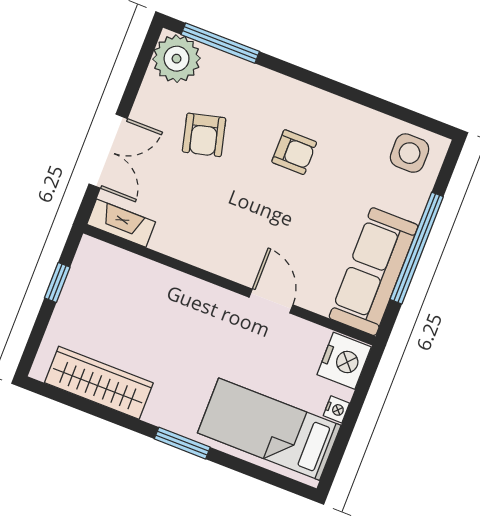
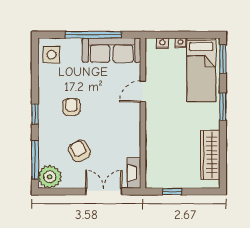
window: (308, 77) -> (35, 114), added
armchair: (204, 135) -> (79, 151), turned -105
nightstand: (344, 361) -> (162, 43), width x0.53, depth x0.56
window: (274, 479) -> (223, 59), added

